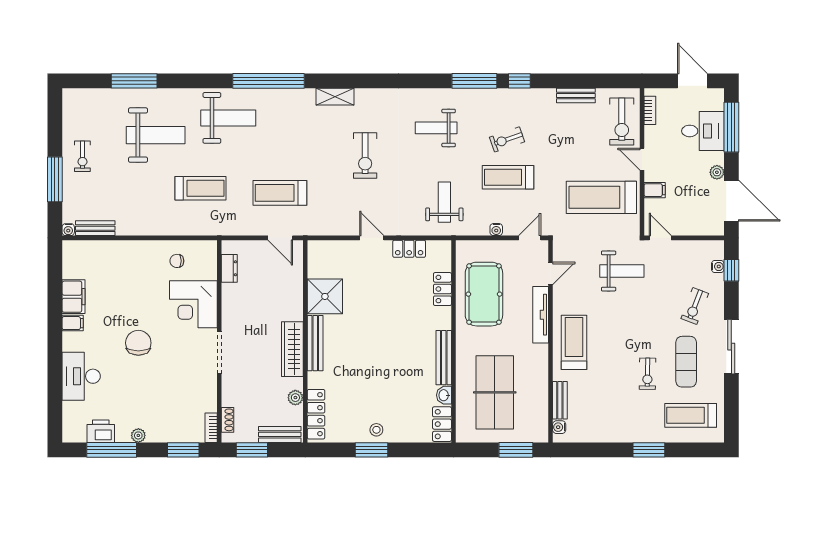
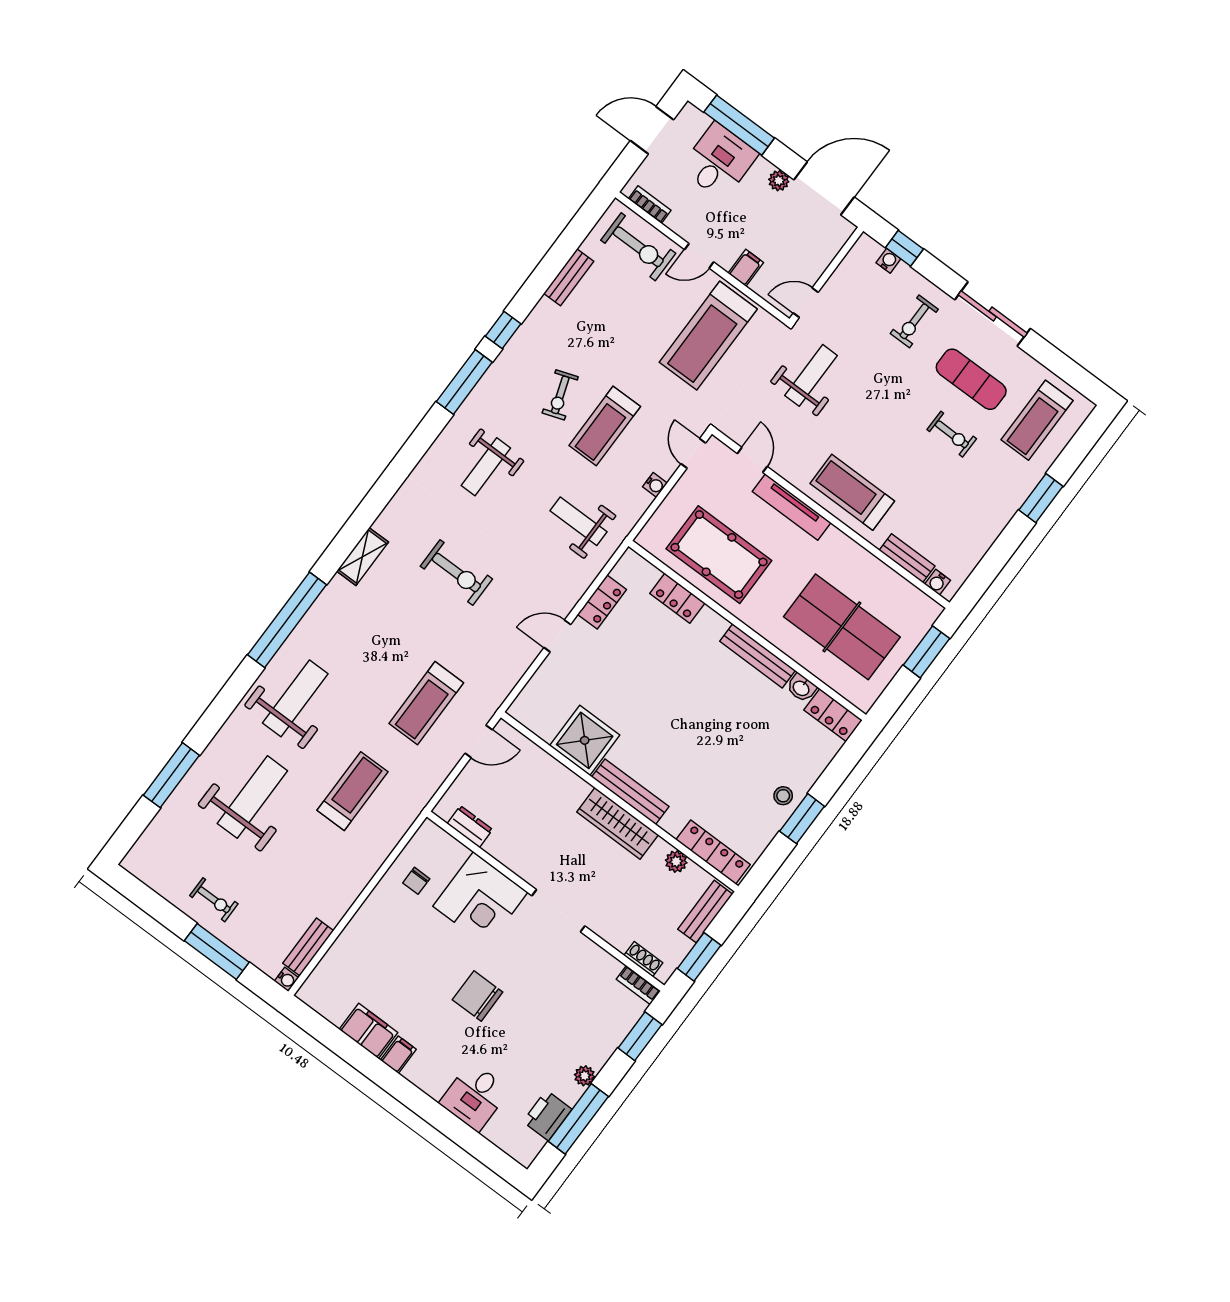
exercise bike: (695, 306) -> (914, 321), turned 69
desk: (81, 376) -> (475, 1096), width x0.73

